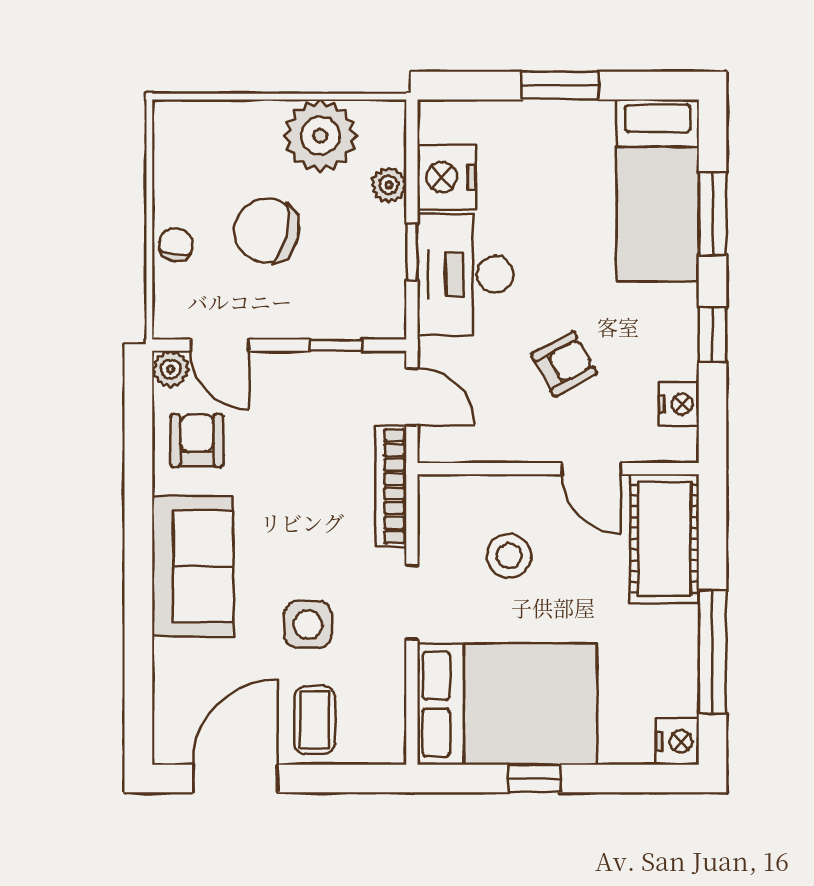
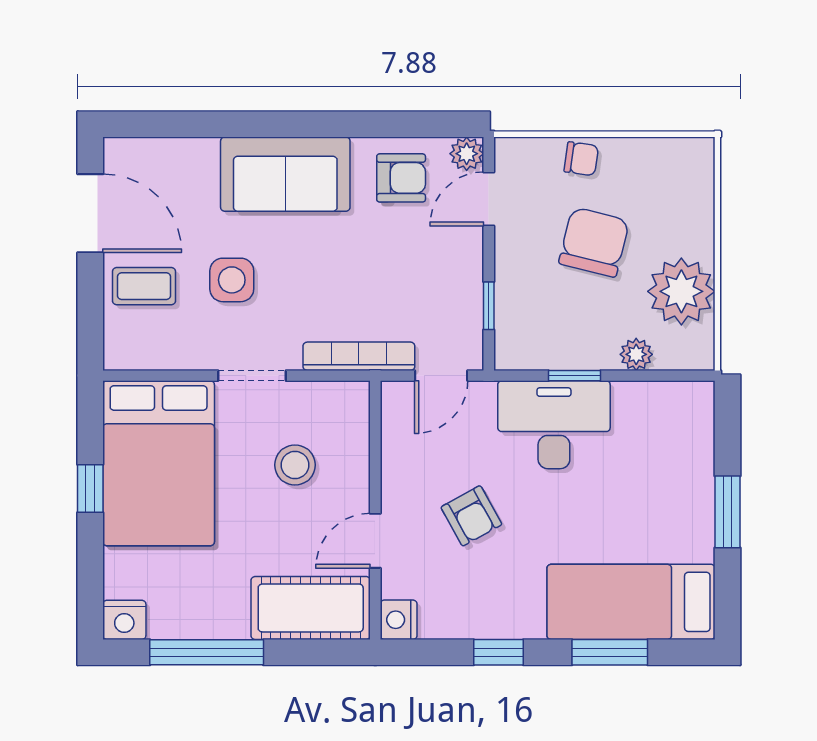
nightstand: (446, 177) -> (643, 407), removed
nightstand: (679, 404) -> (399, 620), moved, turned 90

